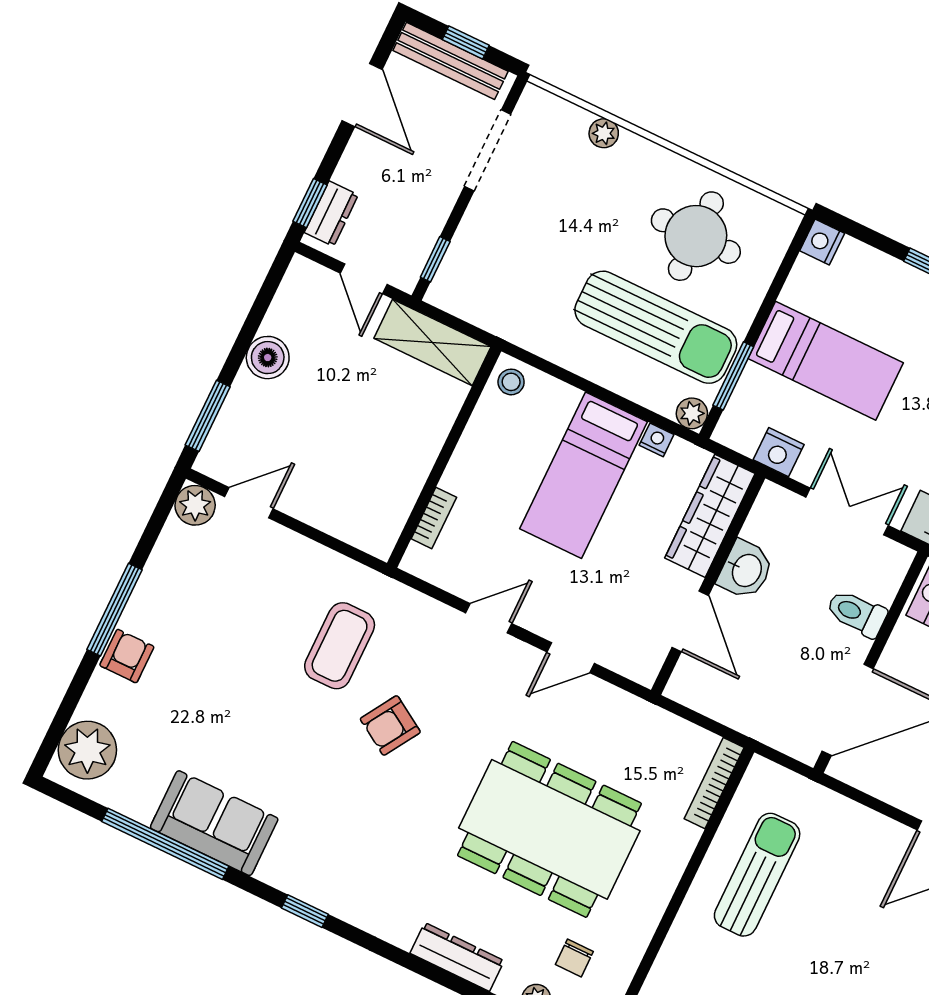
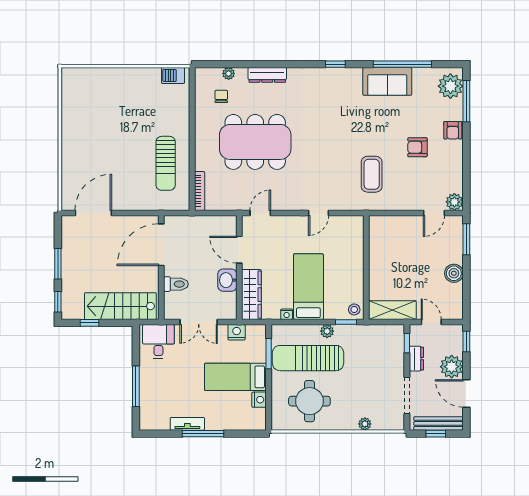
plant: (366, 166) -> (452, 367), added
dresser: (331, 214) -> (416, 359), moved, turned 180
nightstand: (822, 242) -> (259, 400), moved
window: (541, 364) -> (346, 322), added
plant: (692, 413) -> (327, 331), moved
bookcase: (434, 518) -> (359, 242), removed
window: (114, 610) -> (466, 101), moved
door: (571, 658) -> (260, 213), moved
armchair: (390, 725) -> (417, 147), moved, turned -122

